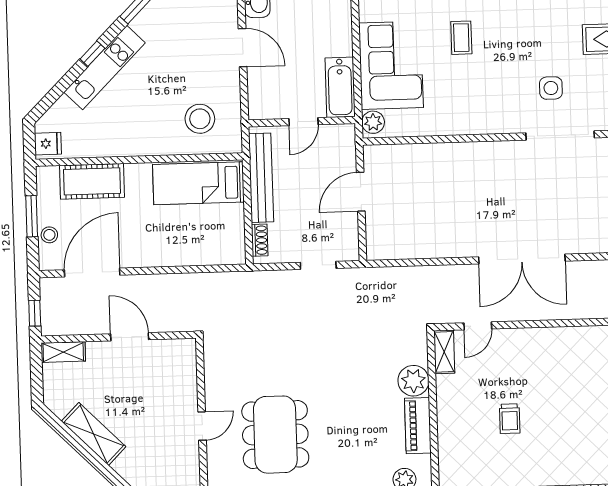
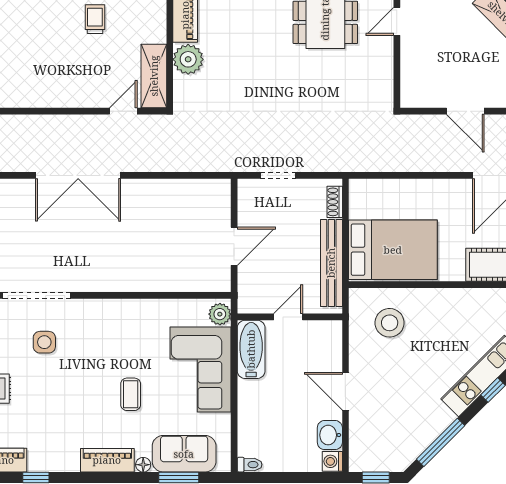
bed: (198, 183) -> (393, 250), width x1.50
double door: (522, 259) -> (78, 175), swing flipped
shelving: (444, 352) -> (154, 76), width x1.50, depth x1.33

